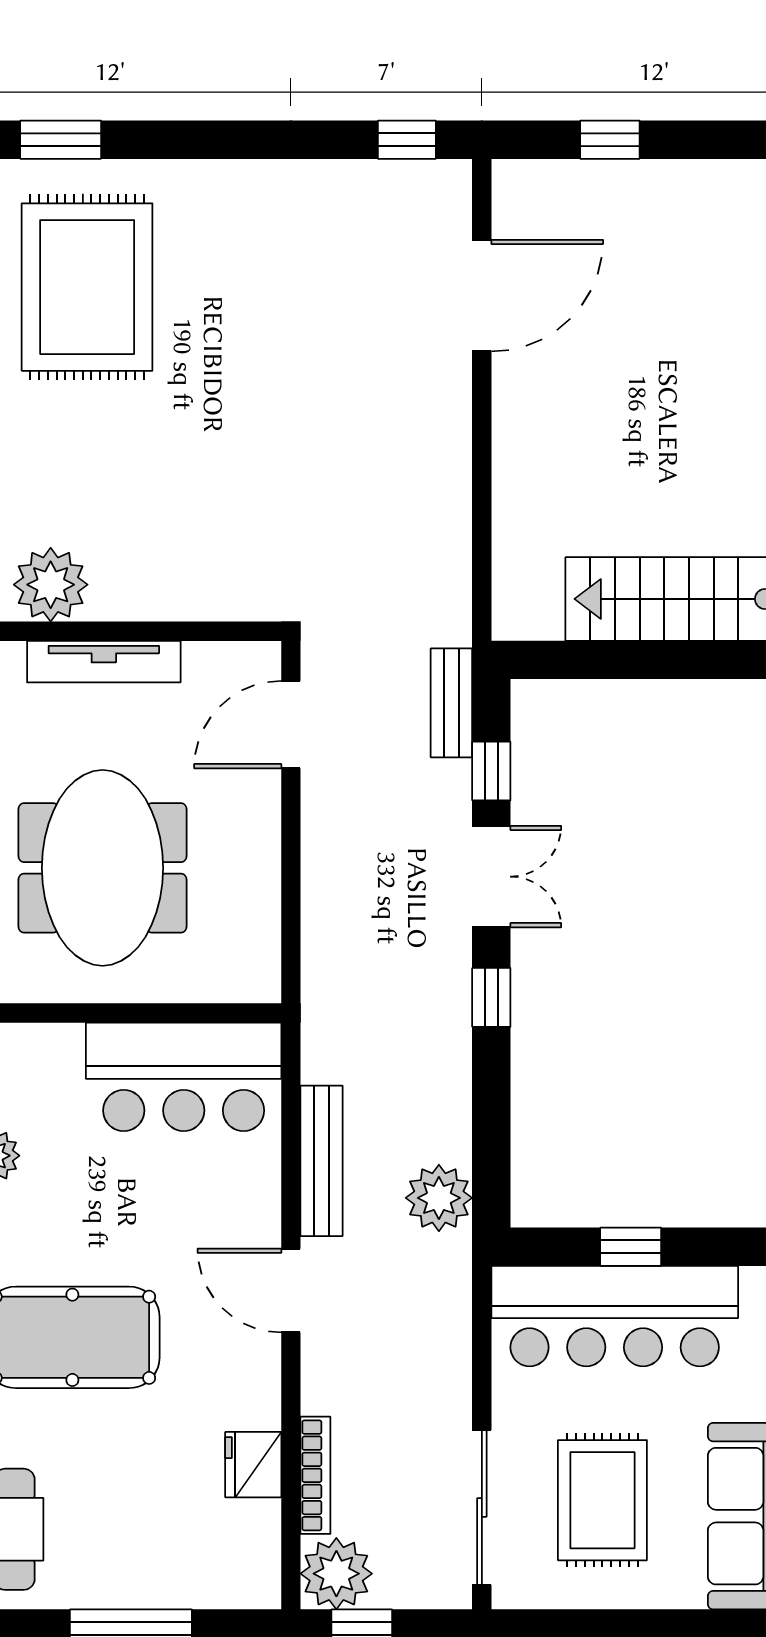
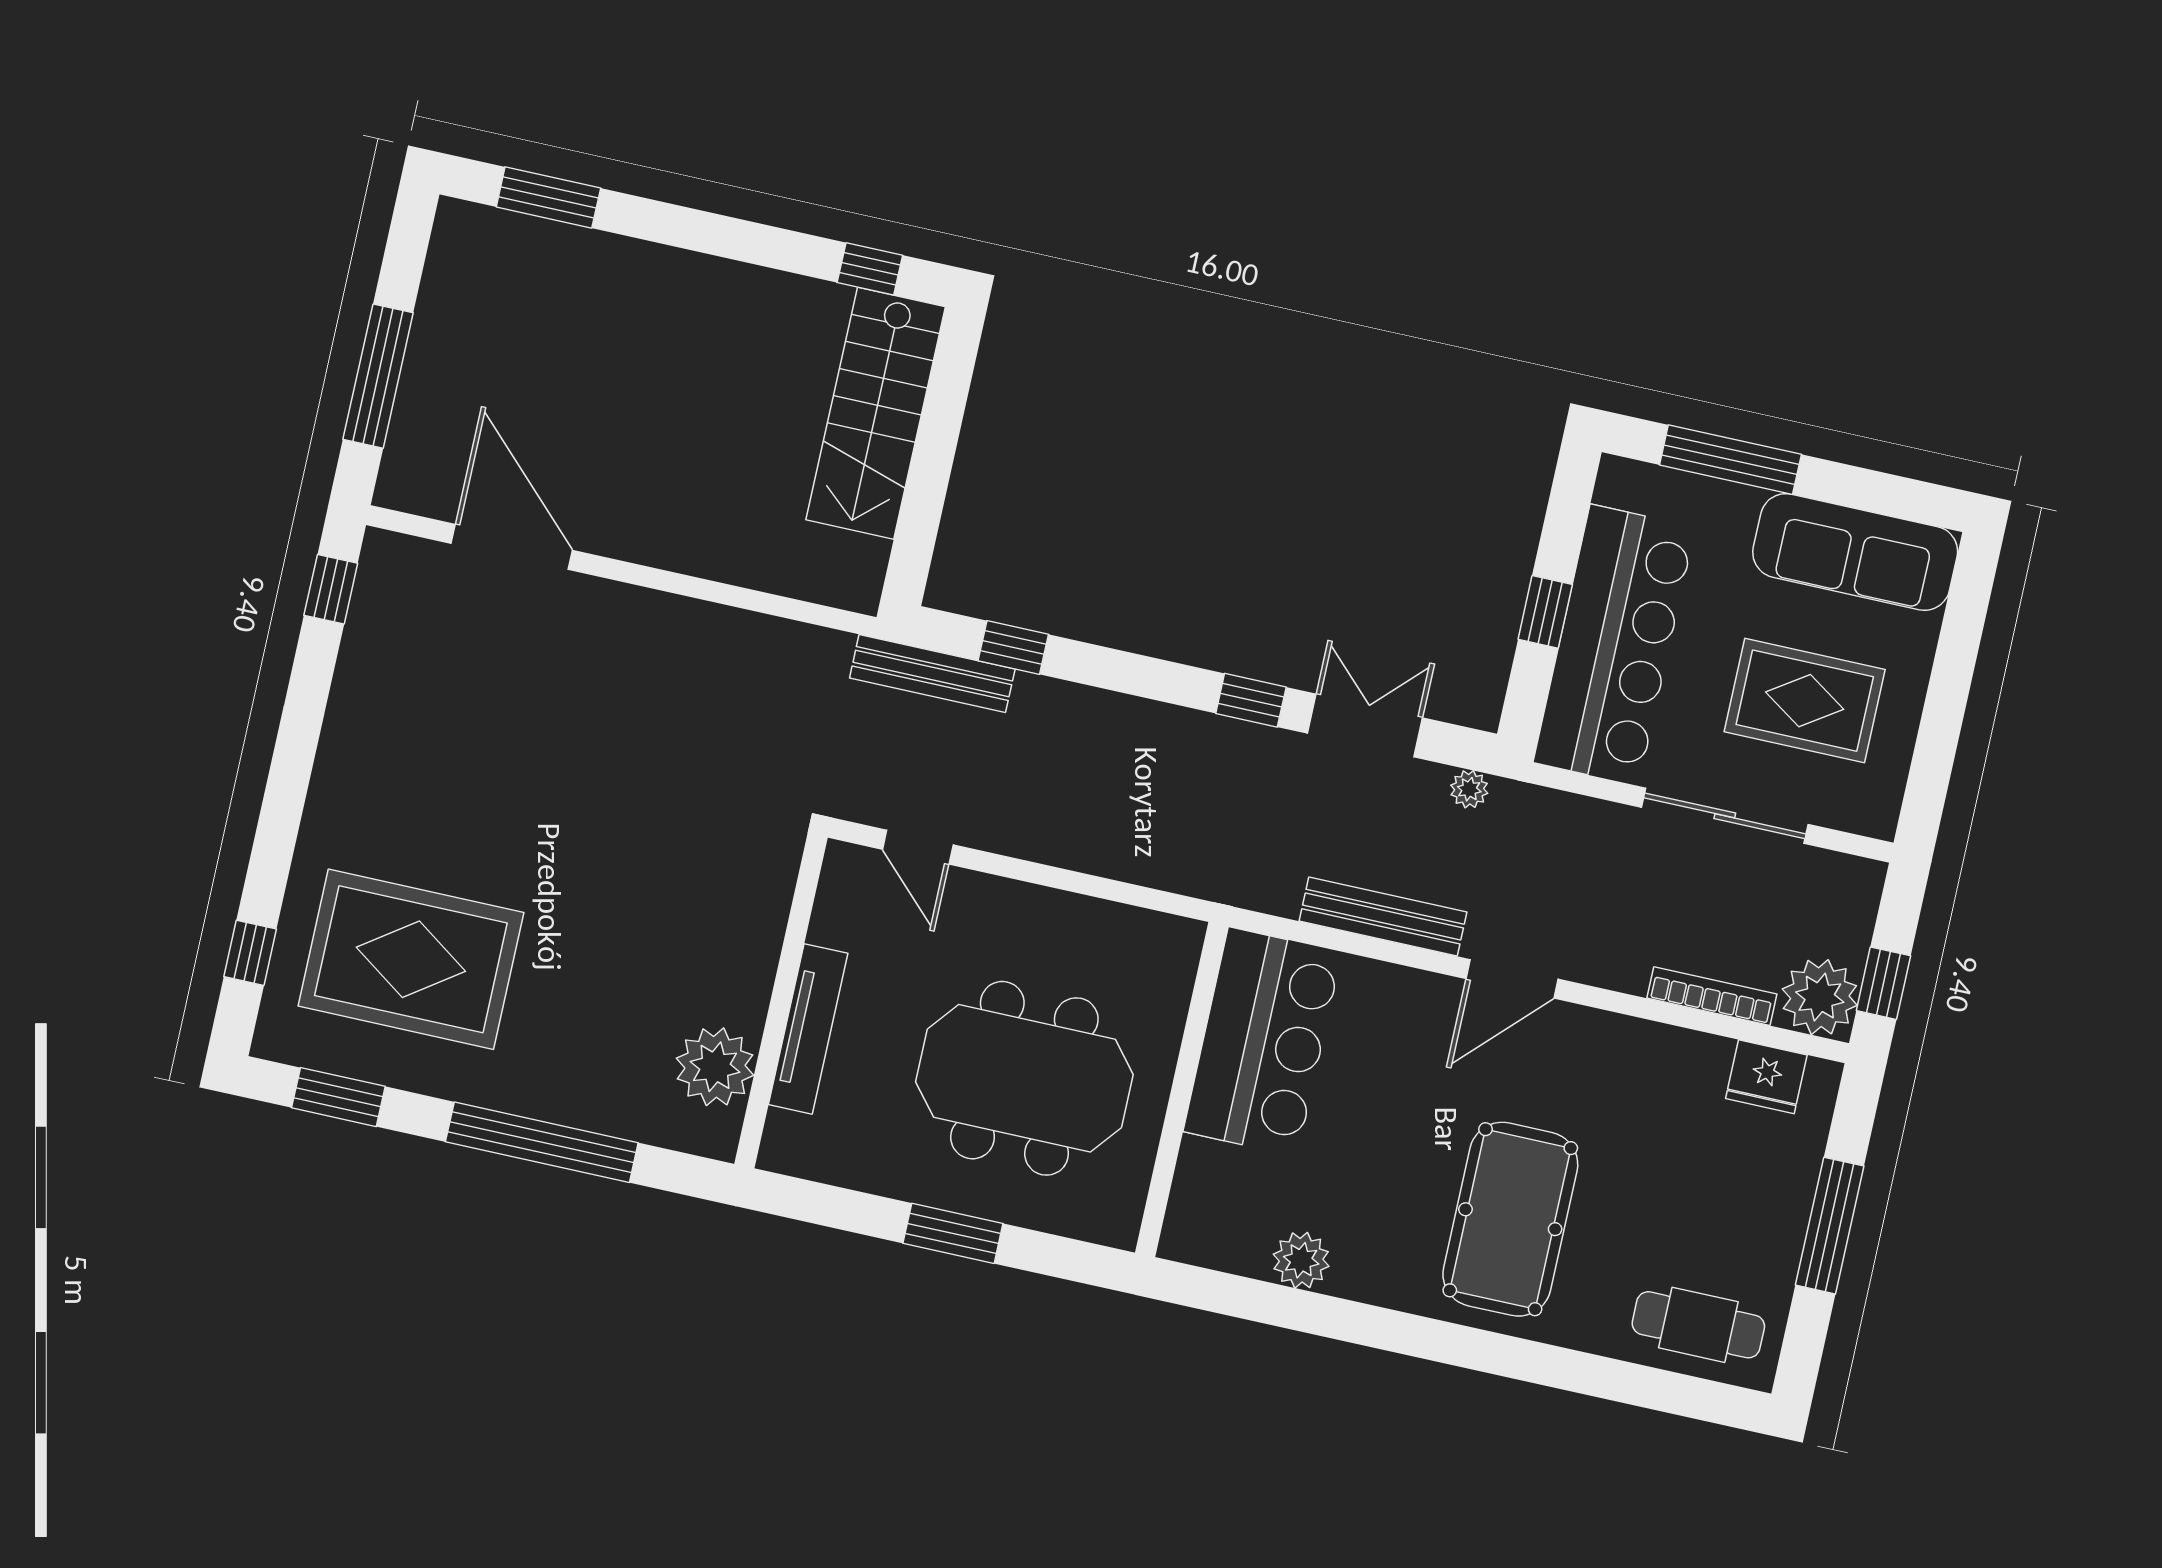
window: (61, 140) -> (250, 953), width x0.67
window: (610, 140) -> (378, 376), width x2.17
bench: (451, 703) -> (932, 674), width x1.36
door: (291, 725) -> (918, 847), width x0.73
double door: (491, 877) -> (1365, 725), moved
plant: (439, 1198) -> (1469, 789), width x0.53, depth x0.53
fridge: (253, 1465) -> (1766, 1077), moved
sliding door: (482, 1508) -> (1725, 816), moved

